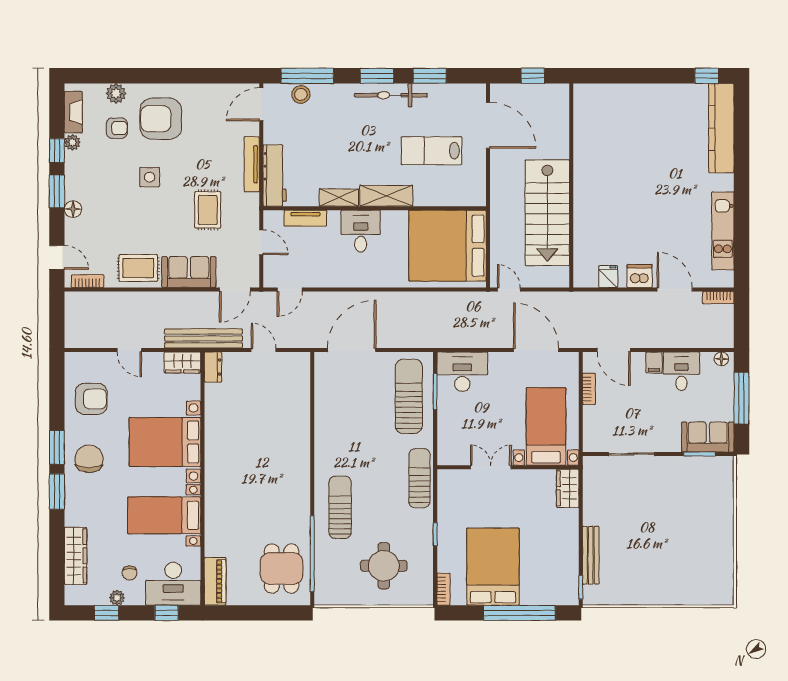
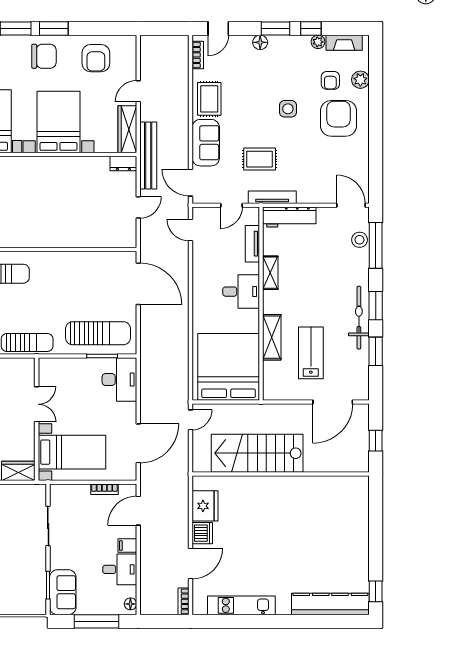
tv unit: (252, 164) -> (272, 197), moved
shelving: (386, 196) -> (272, 337), moved
fridge: (608, 277) -> (205, 506), width x1.88, depth x1.34
wardrobe: (182, 362) -> (127, 129), width x1.50

